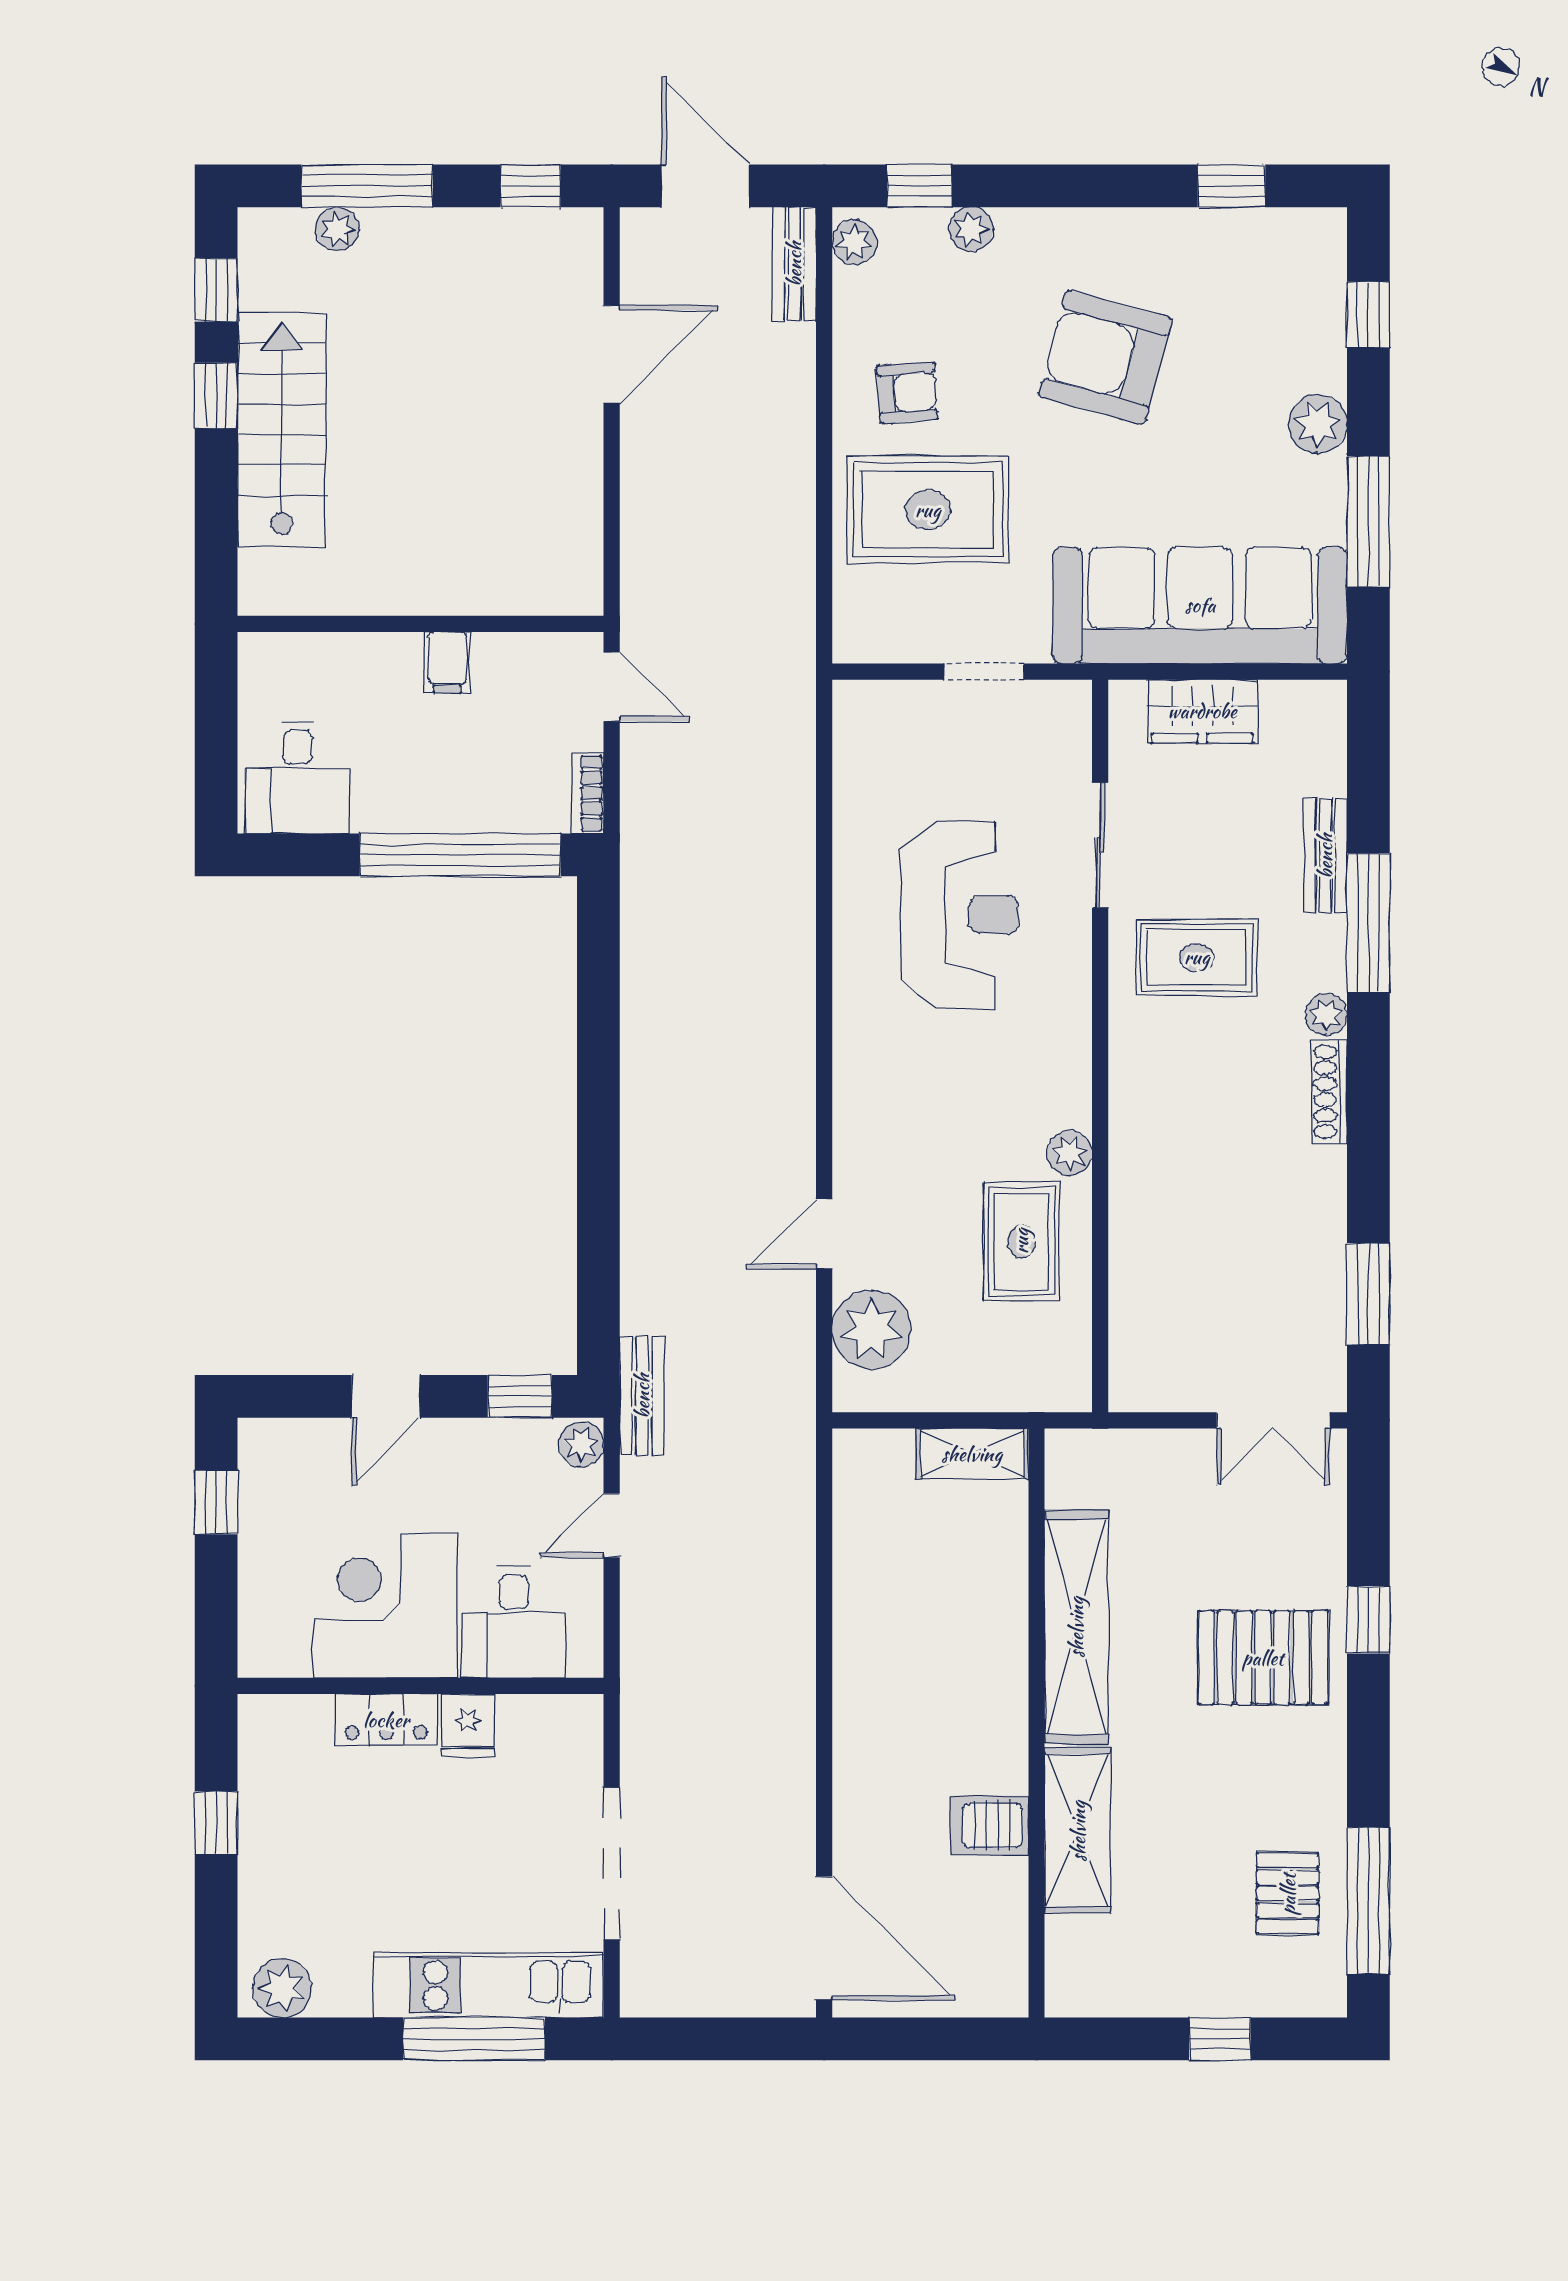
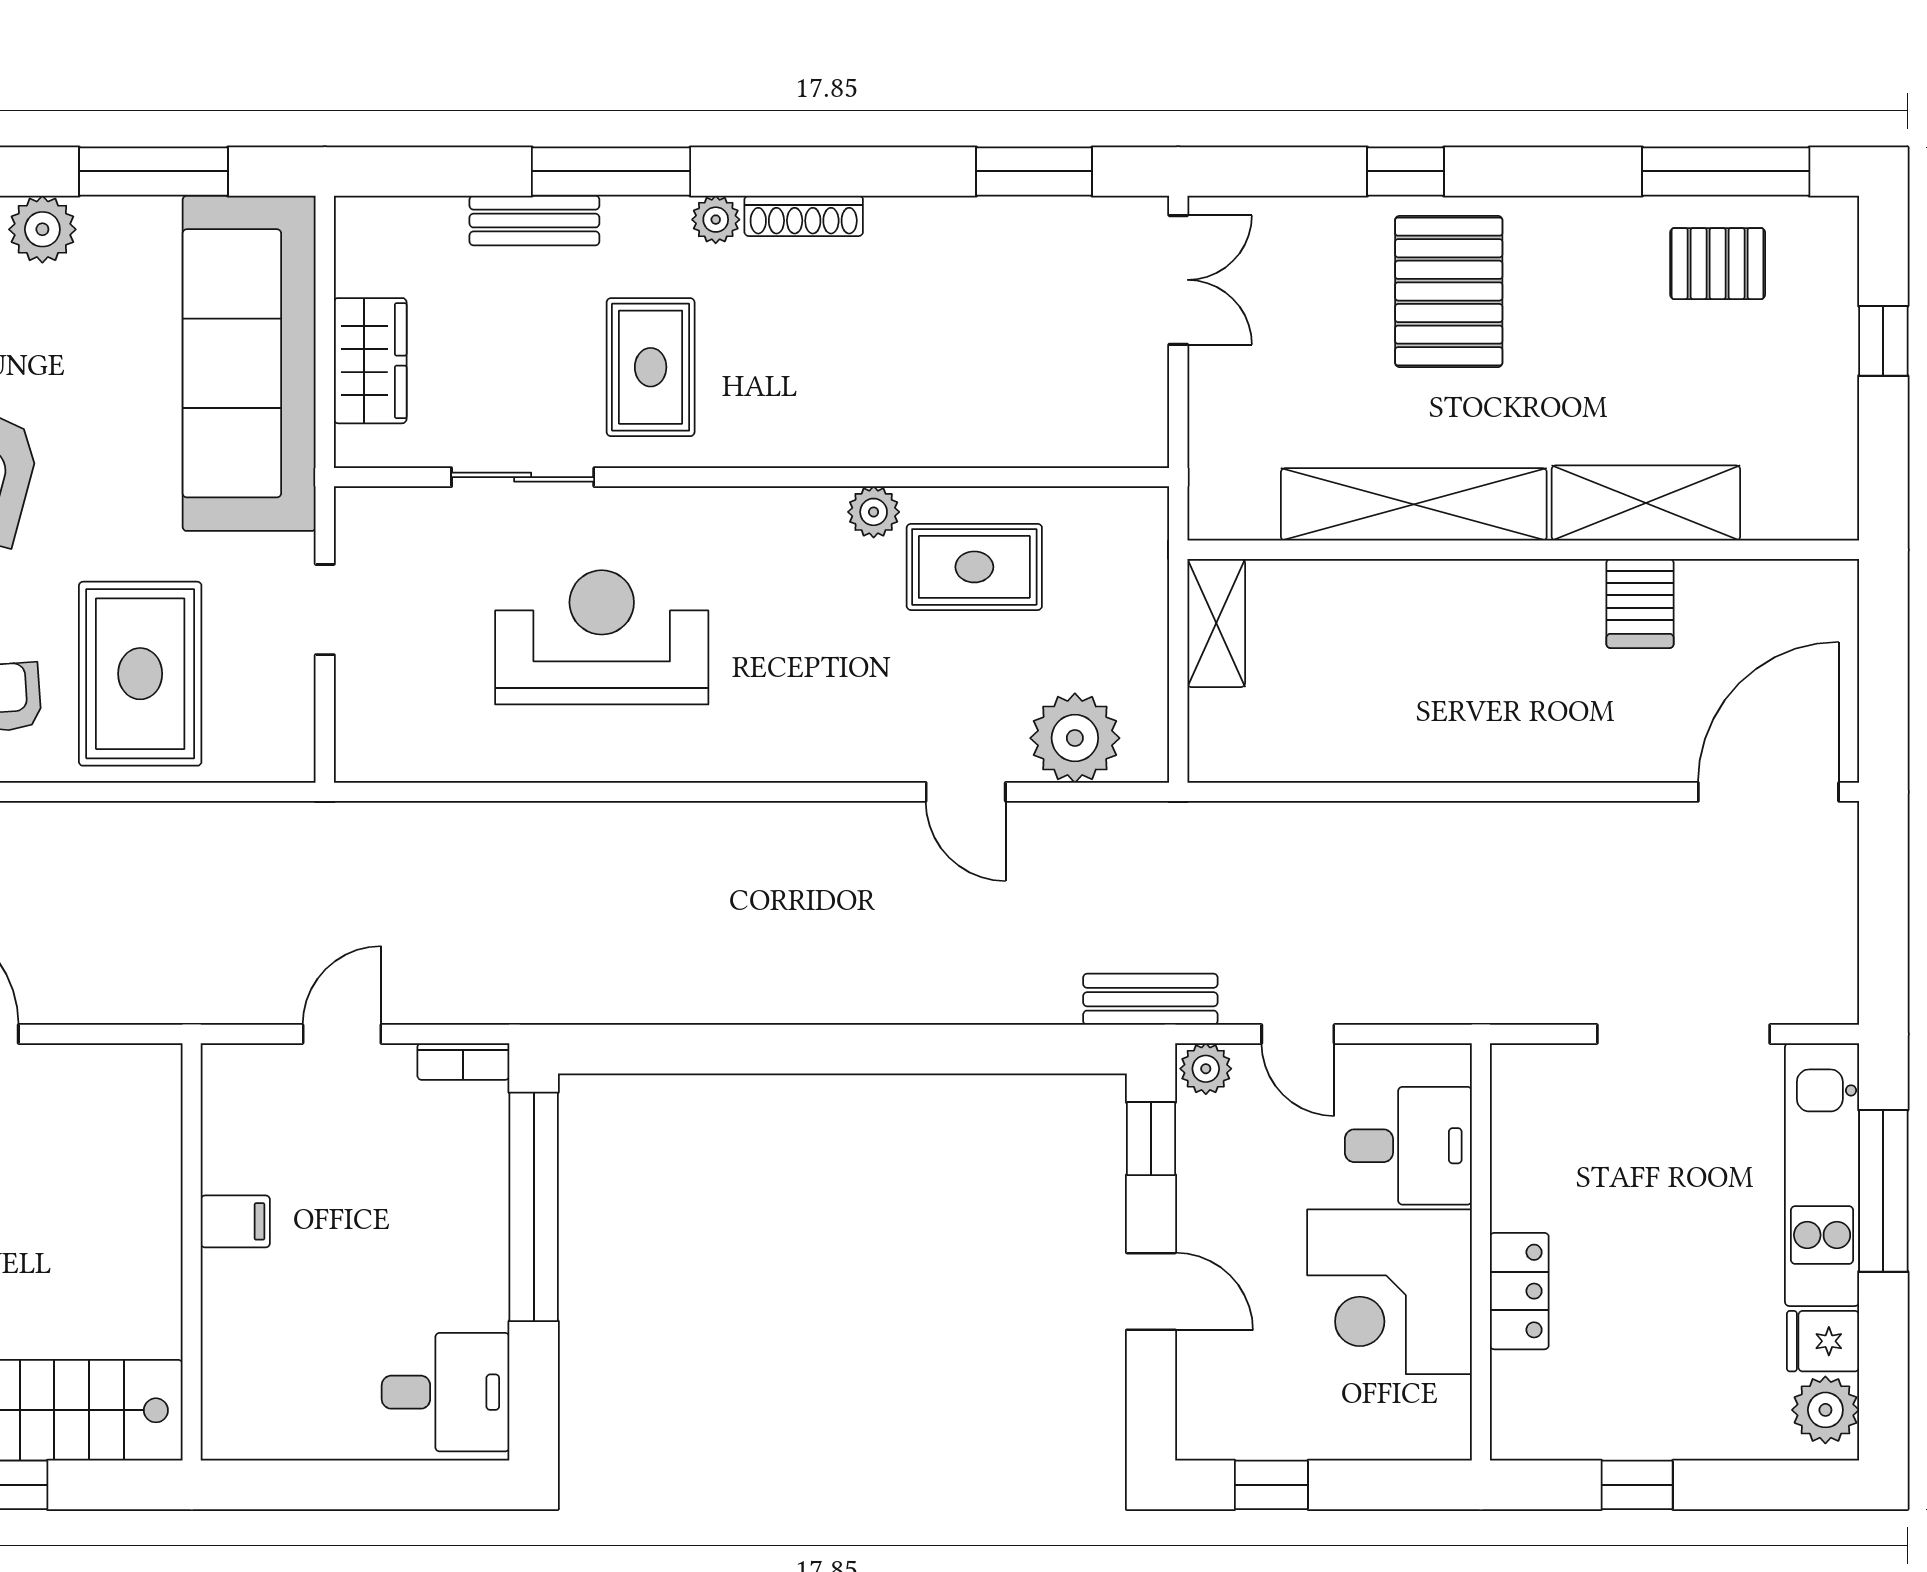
wall: (421, 624) -> (192, 1252), moved
filing cabinet: (447, 662) -> (235, 1221), moved
fridge: (468, 1725) -> (1823, 1341), moved, turned 180

